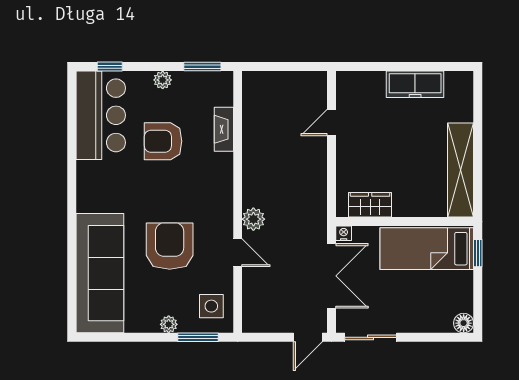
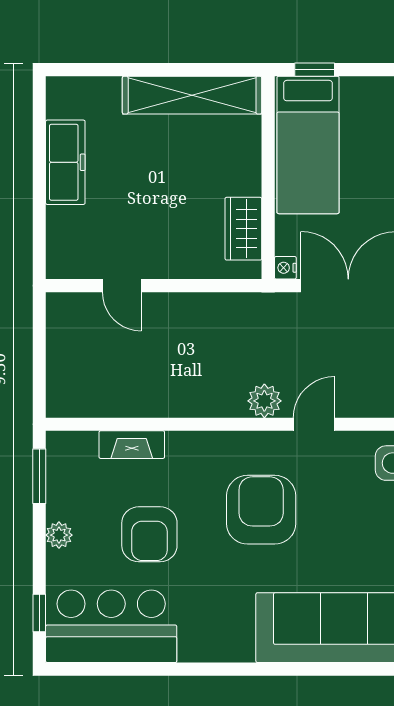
armchair: (170, 246) -> (261, 510), moved, turned 90

